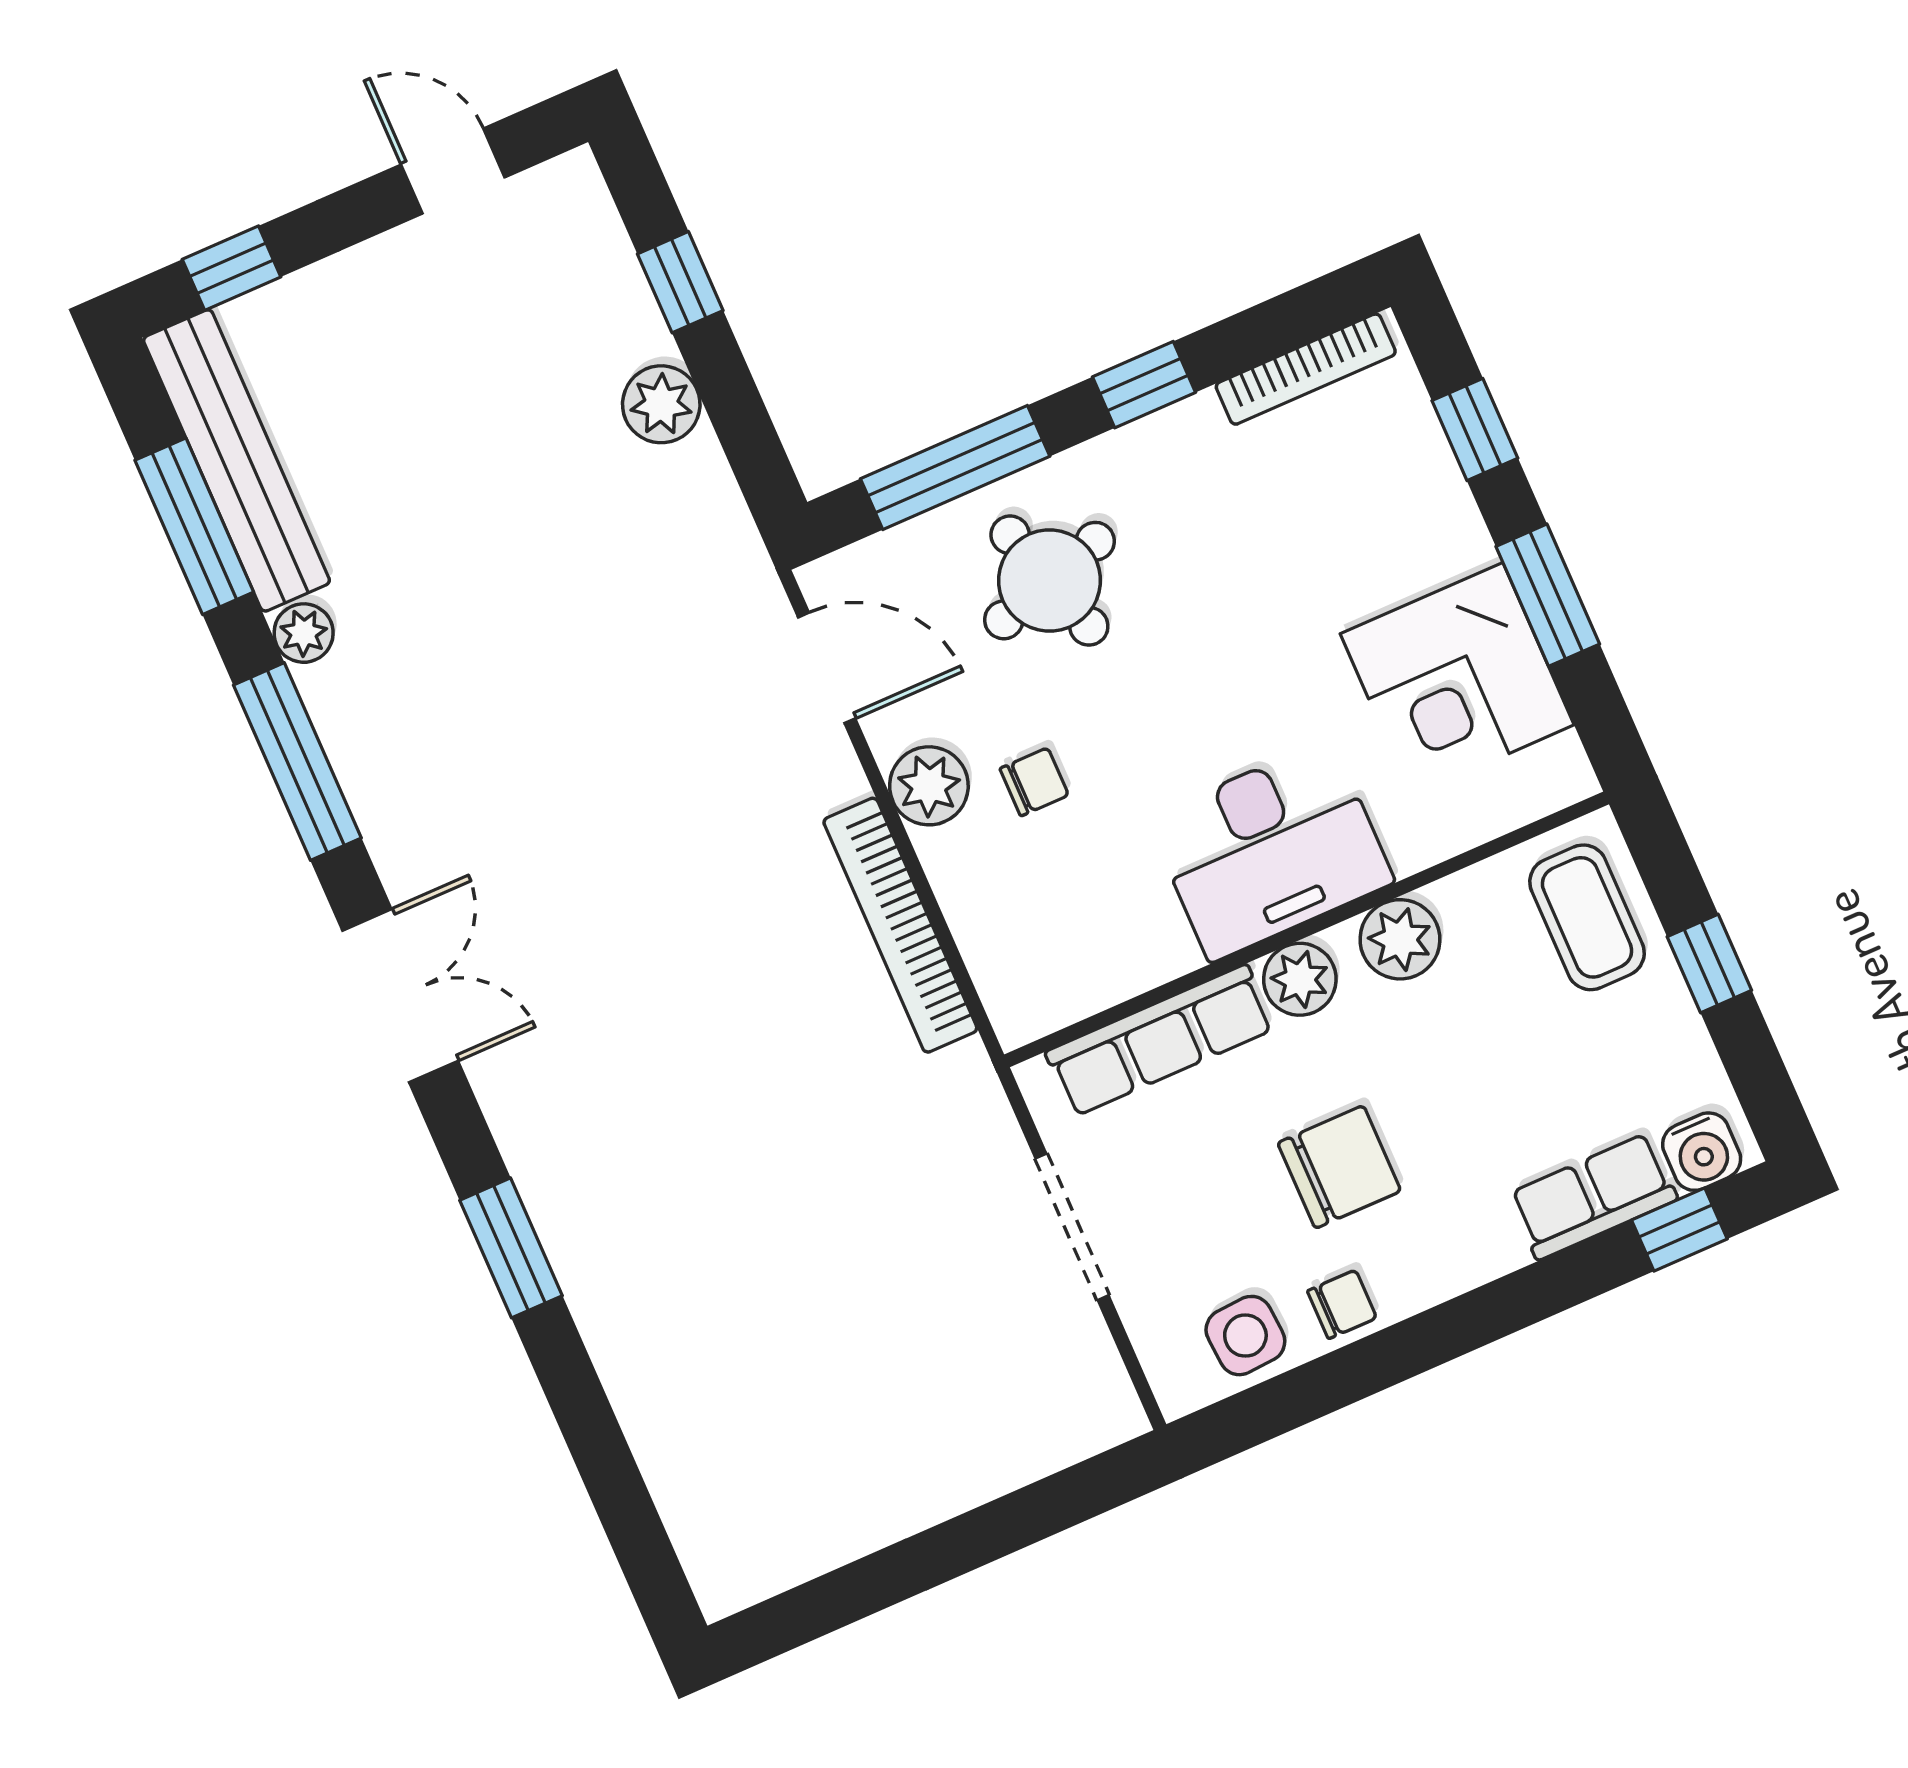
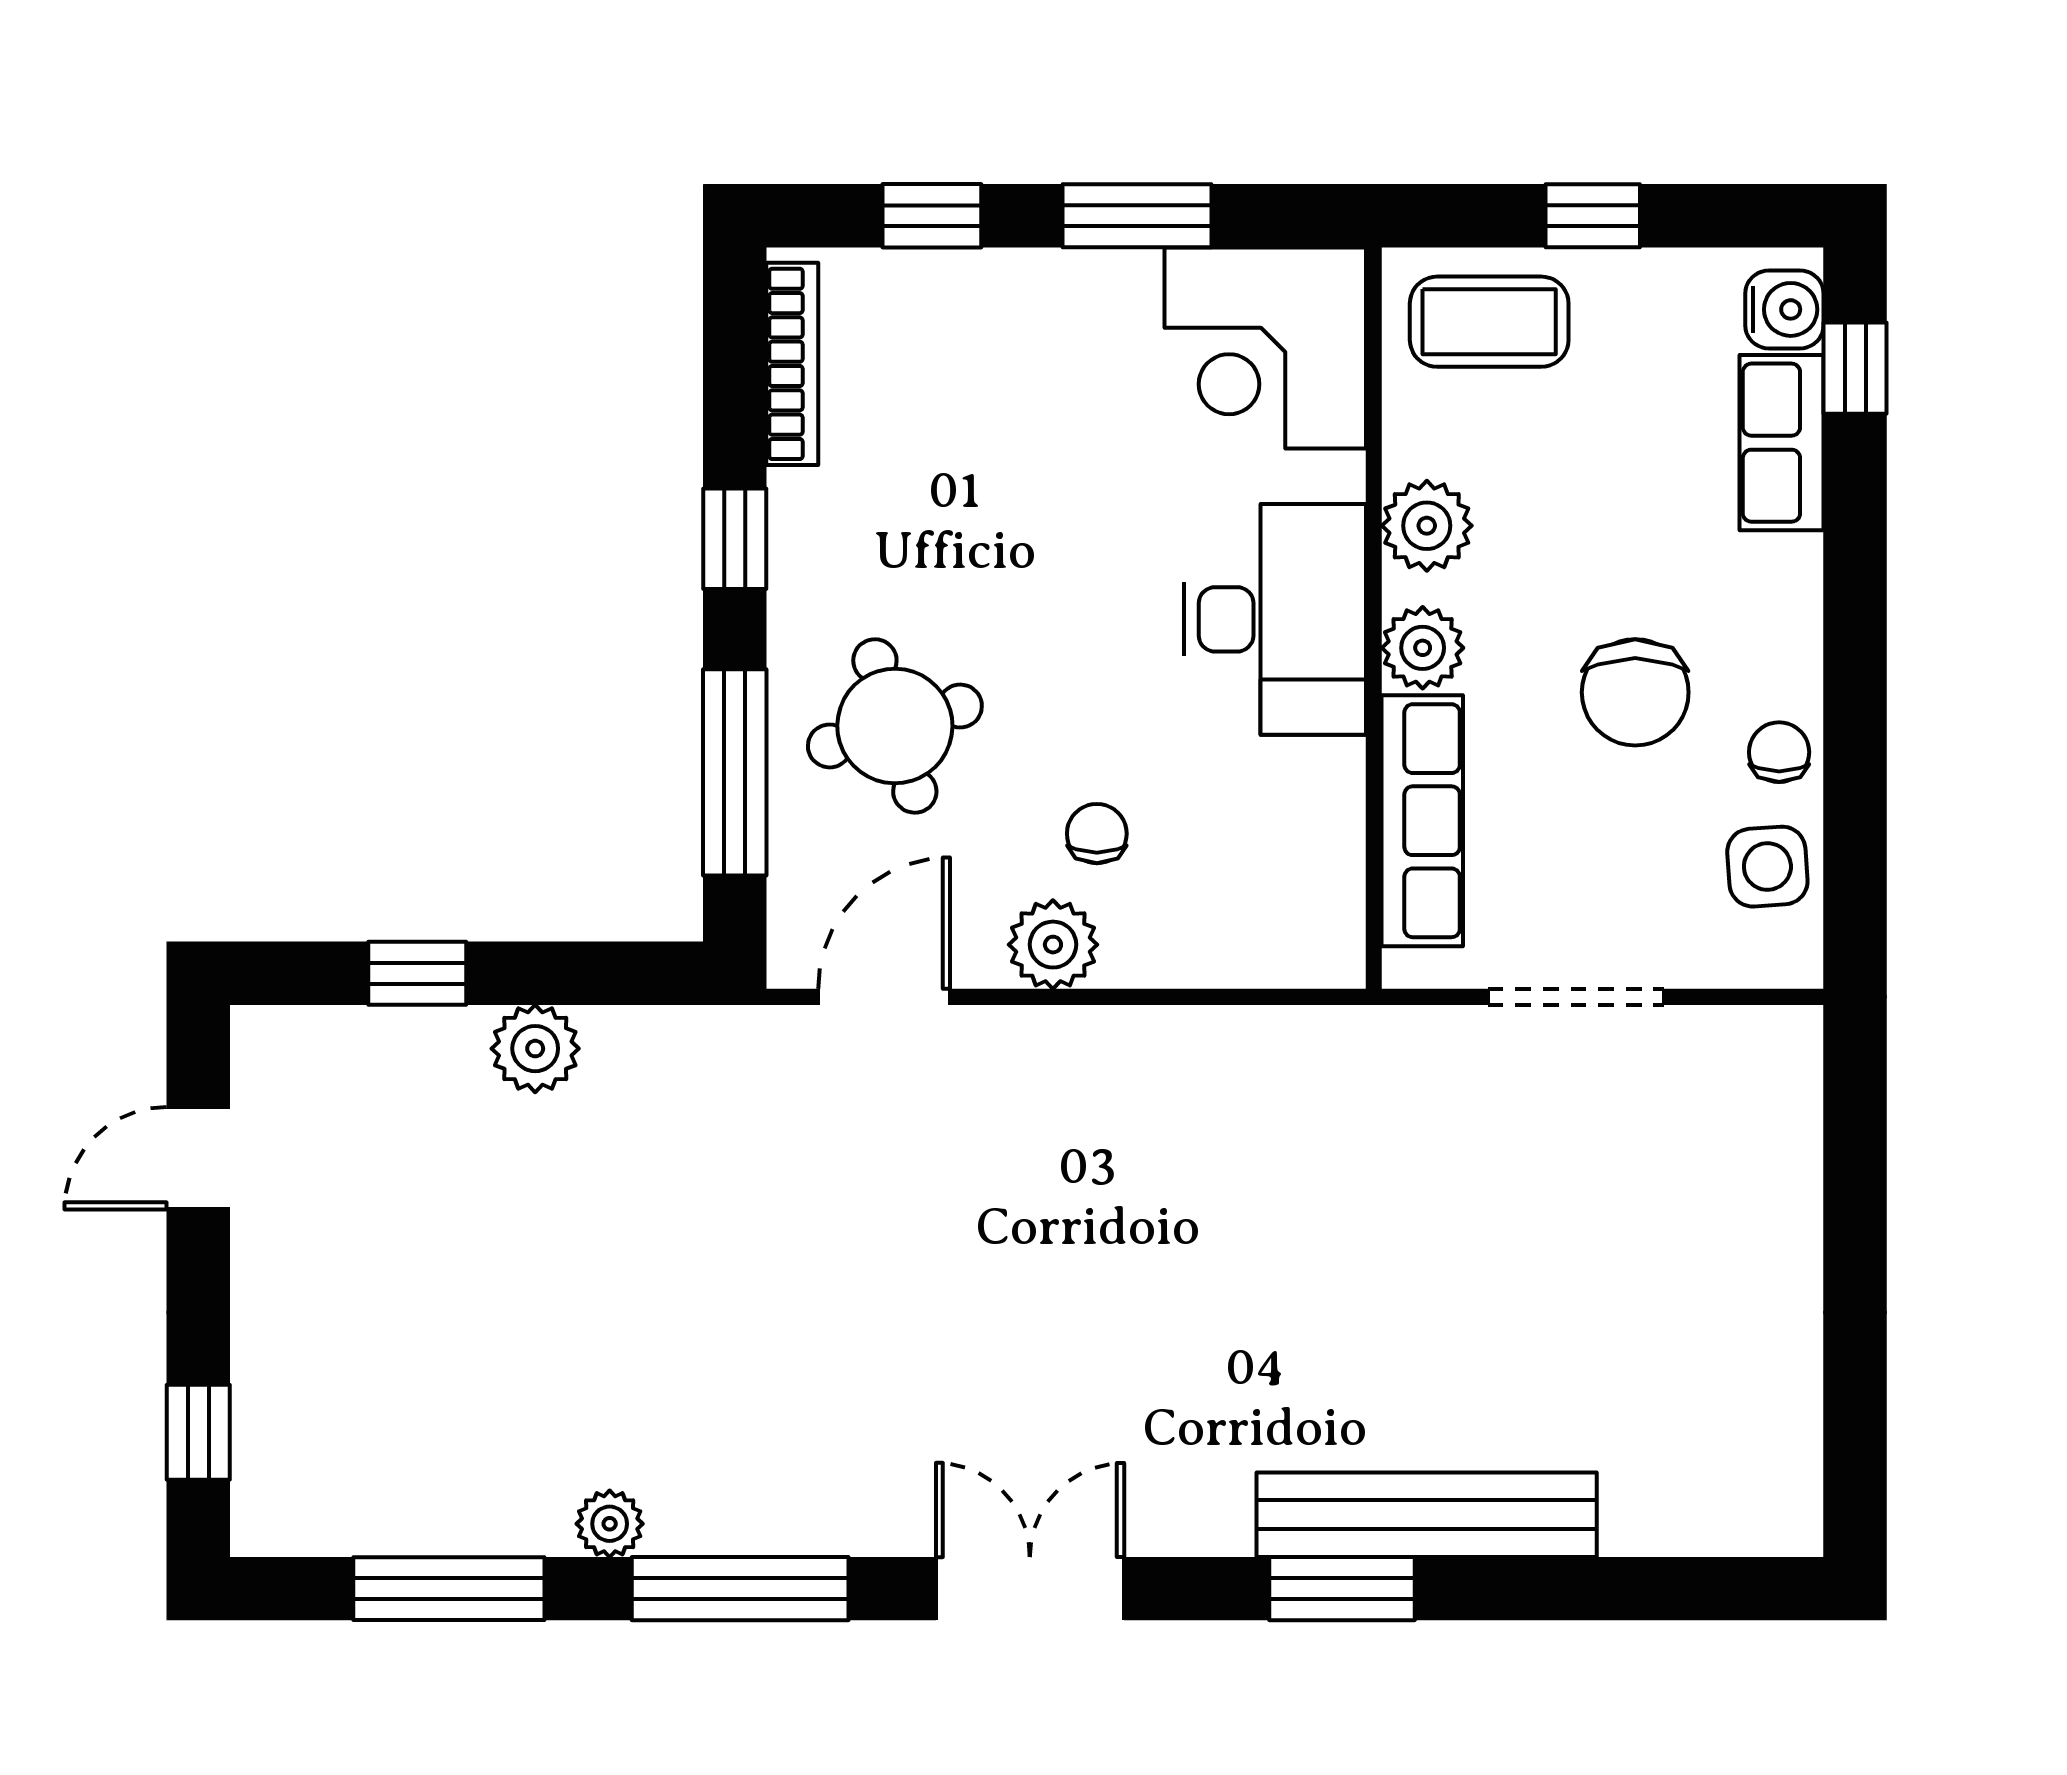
bench: (237, 460) -> (1427, 1515), moved
corner desk: (1457, 679) -> (1265, 348), moved, turned 90
bookcase: (900, 925) -> (1185, 1038), removed
chair: (1339, 1167) -> (1635, 692), turned 180

